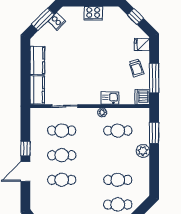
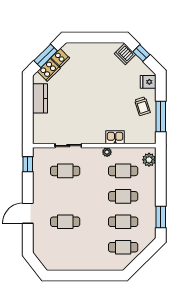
cooker: (93, 13) -> (49, 70), moved, turned -45
kitchen counter: (37, 90) -> (40, 129), removed
dishwasher: (142, 97) -> (125, 54), moved, turned -45
window: (154, 133) -> (161, 217), moved
window: (25, 148) -> (28, 164), moved
plant: (143, 151) -> (149, 160), moved
cafe table: (62, 155) -> (123, 196), moved

